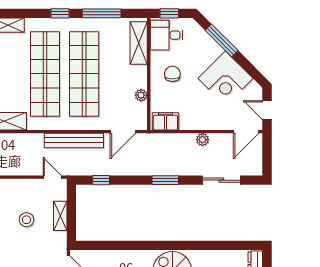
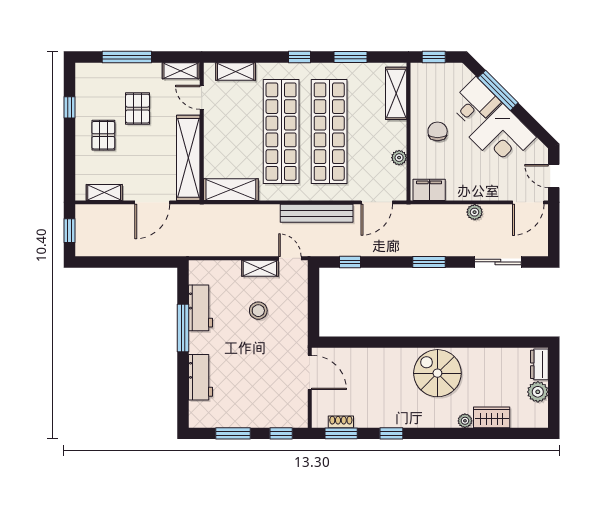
window: (102, 13) -> (351, 57), width x0.69
desk: (166, 35) -> (475, 103), moved, turned 135
shelving: (60, 216) -> (260, 268), moved, turned 90

